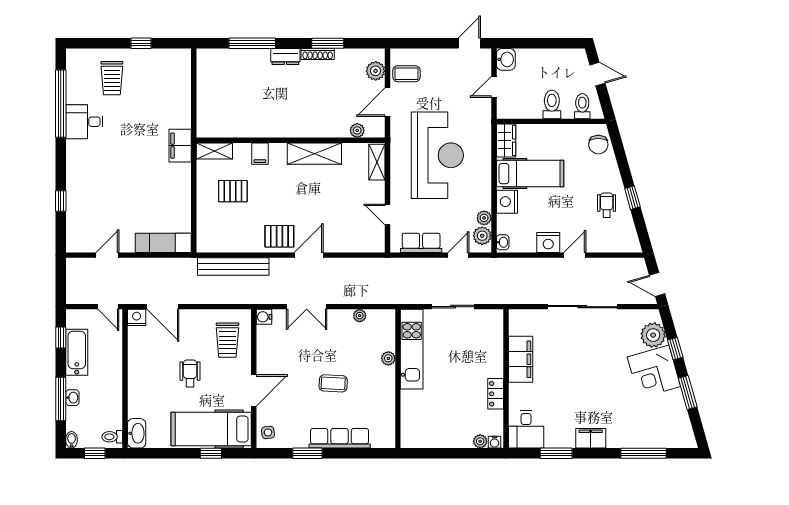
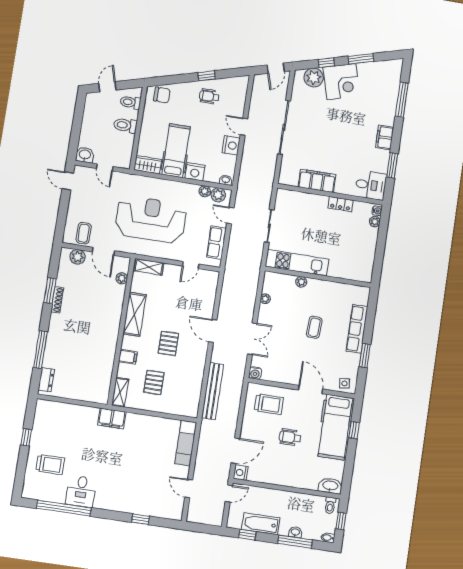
dresser: (285, 57) -> (46, 380), moved
pallet: (279, 236) -> (168, 343), moved

